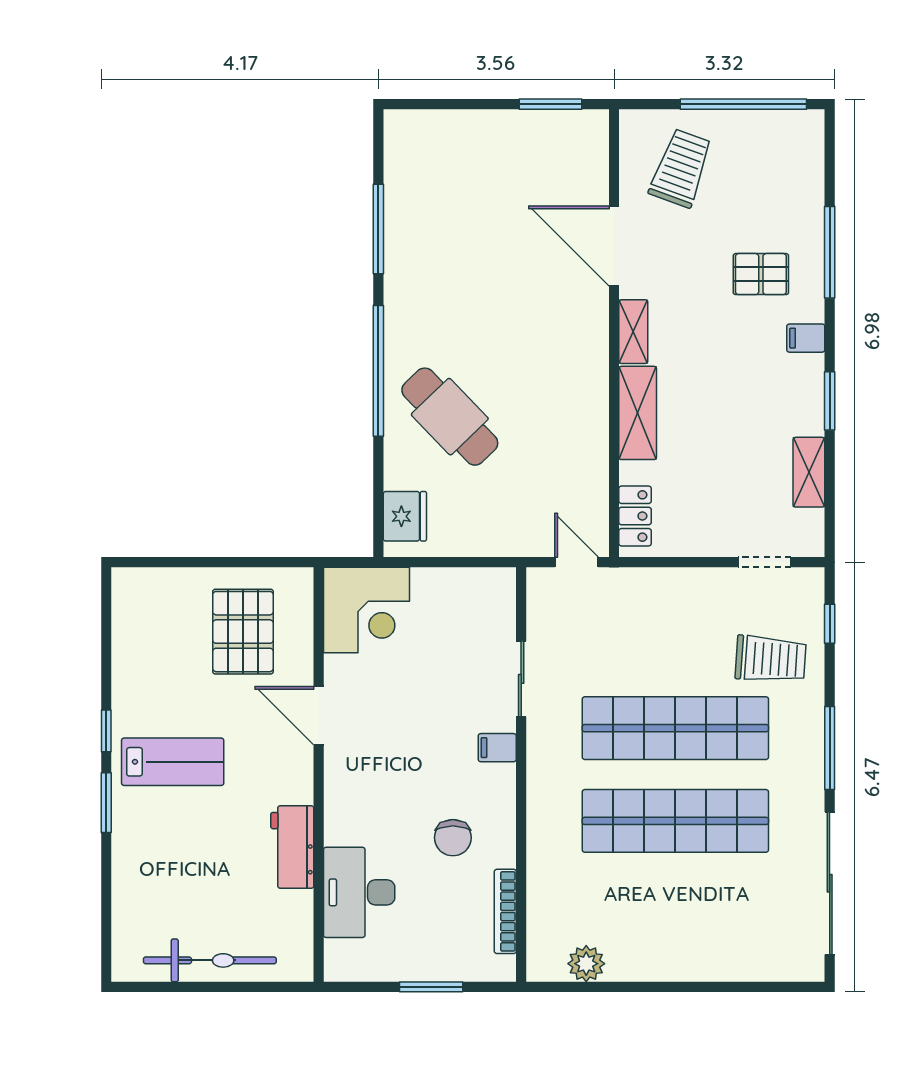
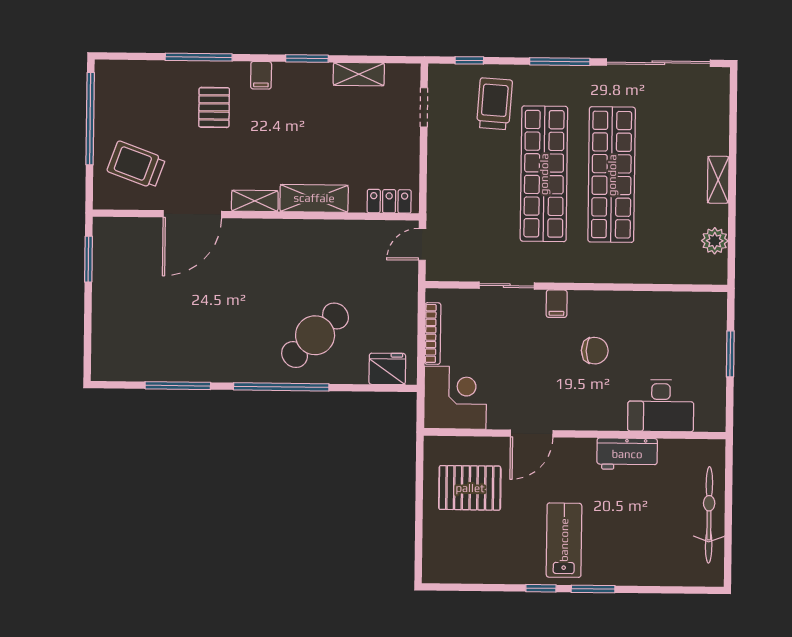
chair: (453, 838) -> (595, 351), moved
bookcase: (505, 911) -> (433, 333), moved, turned -90
shelving: (670, 967) -> (718, 180), added

